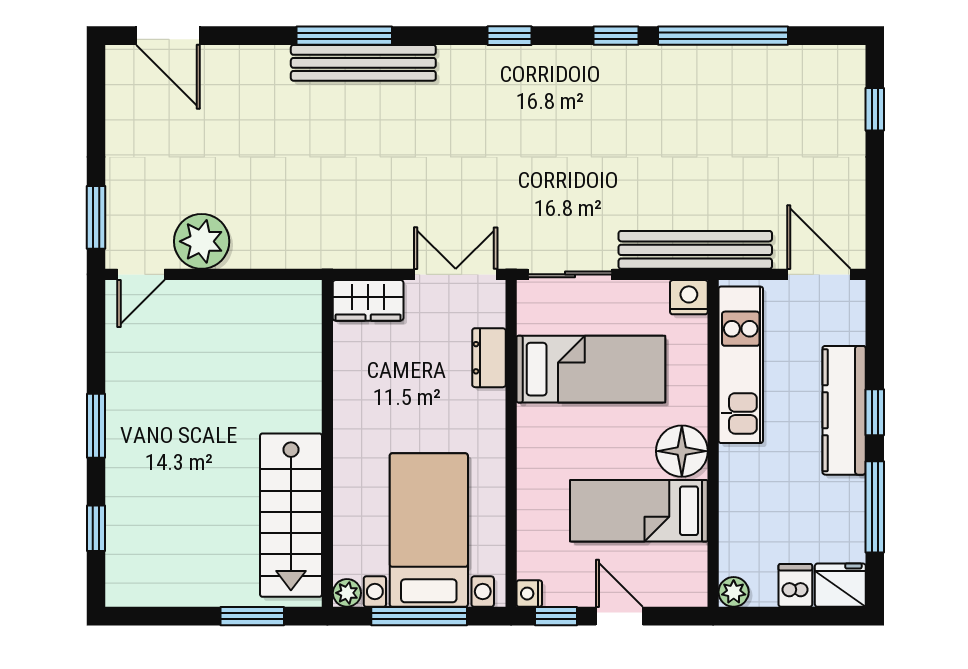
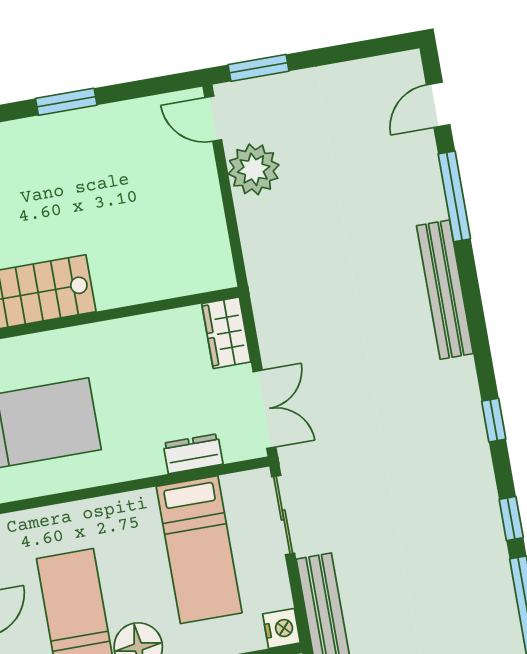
door: (168, 36) -> (438, 105), width x0.73
window: (344, 36) -> (454, 196), moved

